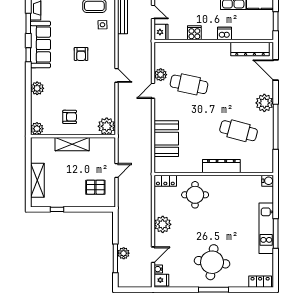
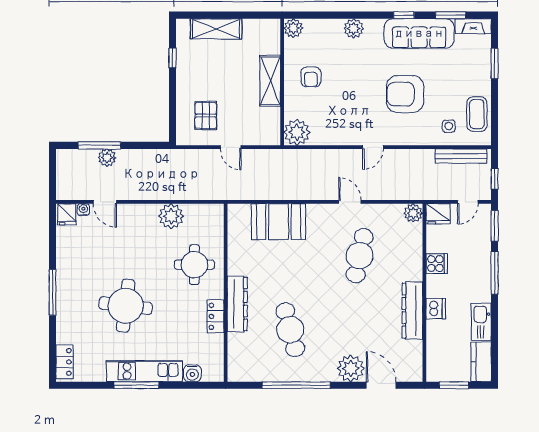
dresser: (250, 49) -> (412, 311), moved
armchair: (81, 54) -> (405, 94), width x1.88, depth x1.88
door: (276, 70) -> (381, 385), hinge flipped
plant: (161, 75) -> (413, 213), moved
plant: (264, 103) -> (351, 368), moved
cafe table: (239, 131) -> (290, 330), turned -30
locker: (165, 181) -> (215, 316), moved
water cooler: (268, 181) -> (192, 373), moved
plant: (163, 224) -> (171, 216), moved
round table: (212, 262) -> (126, 306), moved

